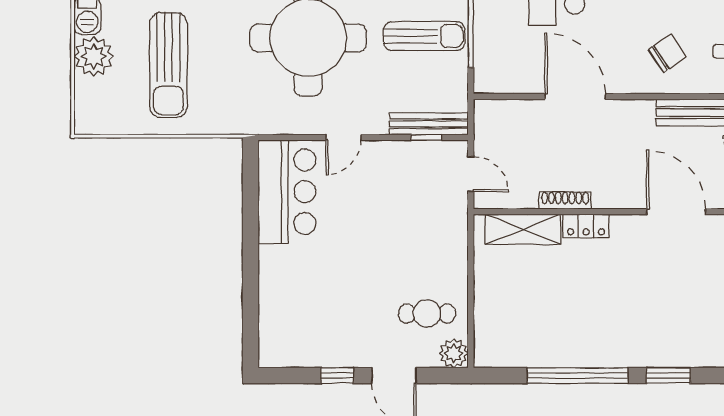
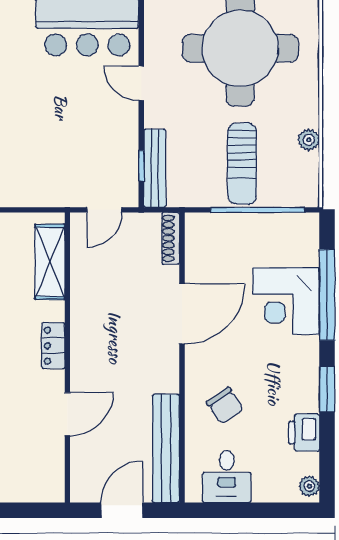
shoe rack: (565, 200) -> (171, 238), moved, turned 180
door: (676, 212) -> (67, 414), width x0.73
locker: (586, 226) -> (53, 346), moved

